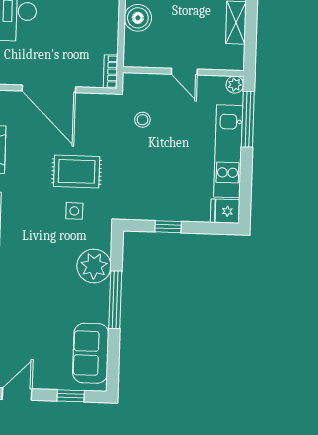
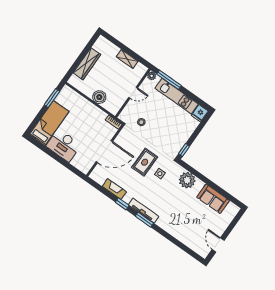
window: (168, 227) -> (184, 150), moved
window: (115, 300) -> (206, 181), removed
sofa: (91, 353) -> (213, 199), moved
window: (71, 396) -> (233, 224), removed

